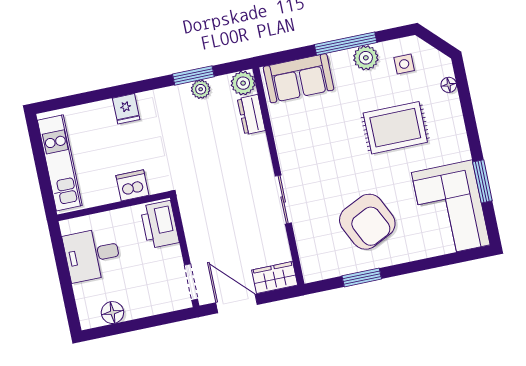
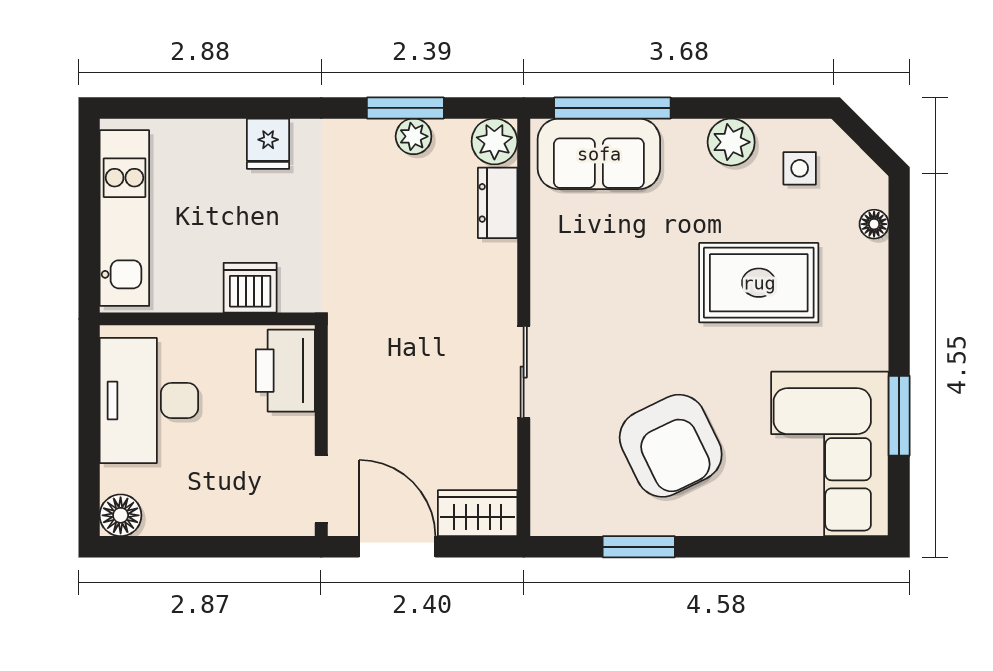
window: (346, 44) -> (612, 108), moved
desk: (92, 255) -> (149, 401), width x1.37
floor lamp: (112, 313) -> (121, 515), moved

